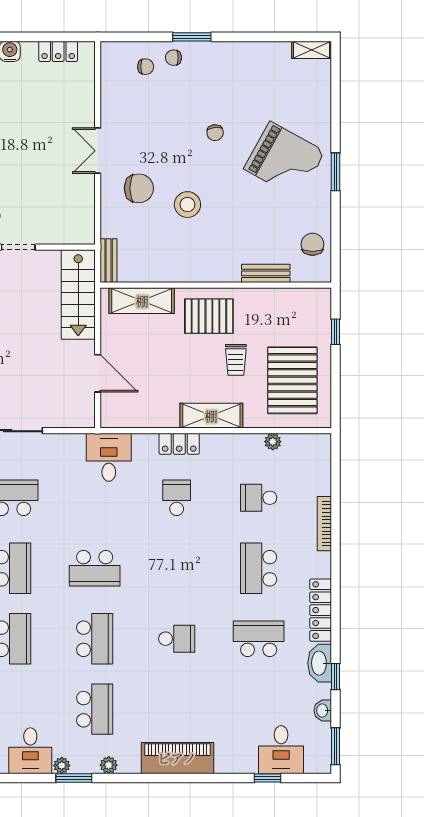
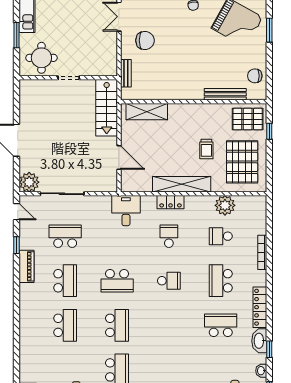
stool: (187, 205) -> (176, 51), removed
chair: (312, 244) -> (255, 76), turned -90
bench: (109, 261) -> (126, 73), moved
bench: (266, 273) -> (225, 94), width x1.36
pallet: (209, 316) -> (248, 119), moved
shelving: (211, 416) -> (182, 184), width x1.47
plant: (273, 442) -> (225, 205), width x1.88, depth x1.88
school desk: (177, 639) -> (169, 281), moved

